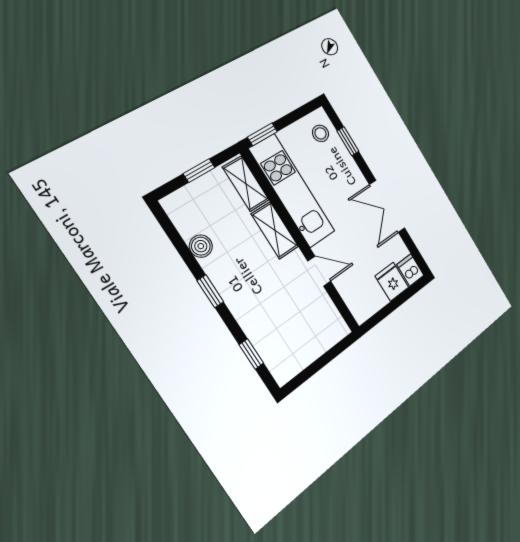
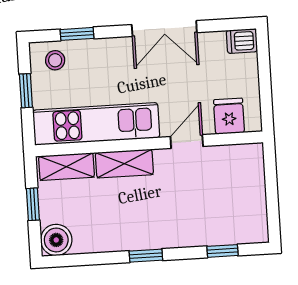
window: (262, 134) -> (26, 91), moved
boiler: (201, 246) -> (56, 240), moved, width x1.36, depth x1.36
fridge: (392, 282) -> (229, 116), moved, turned 90

